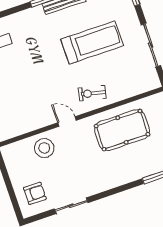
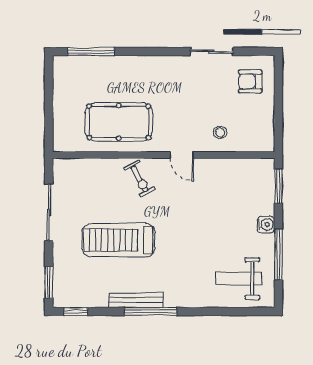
exercise bike: (92, 93) -> (140, 179), turned 48
stool: (44, 148) -> (220, 132), width x0.53, depth x0.53

